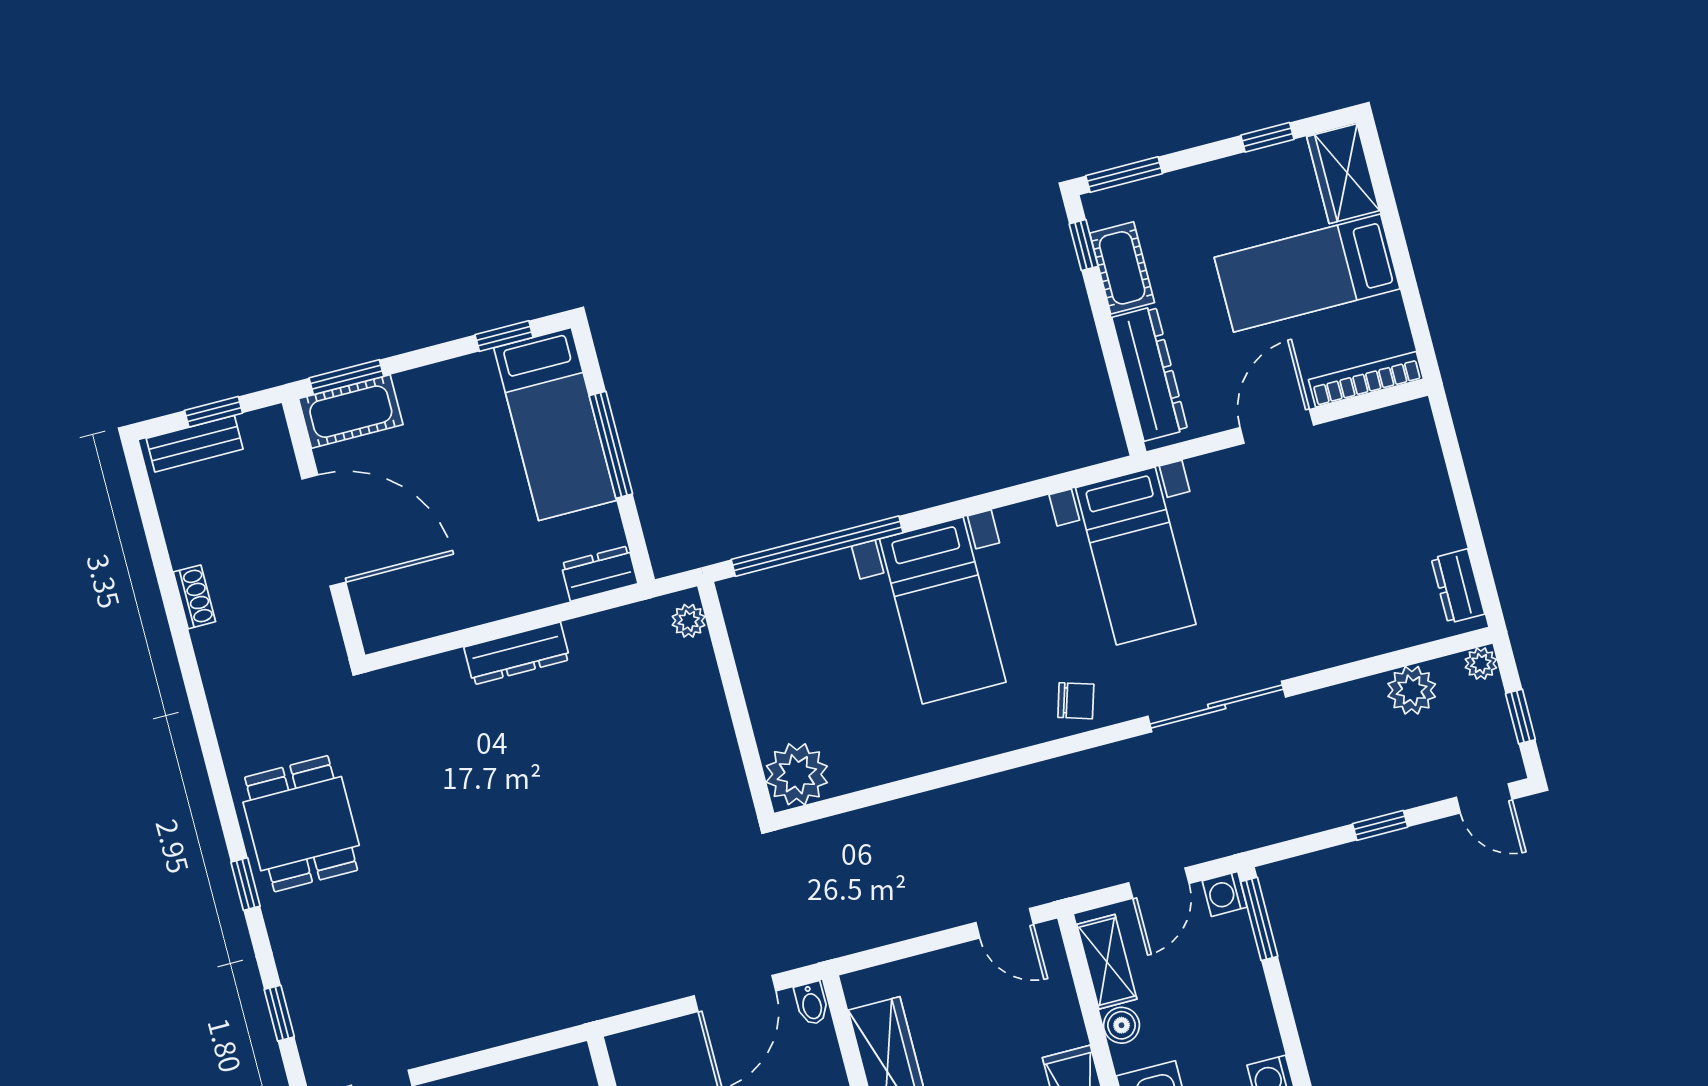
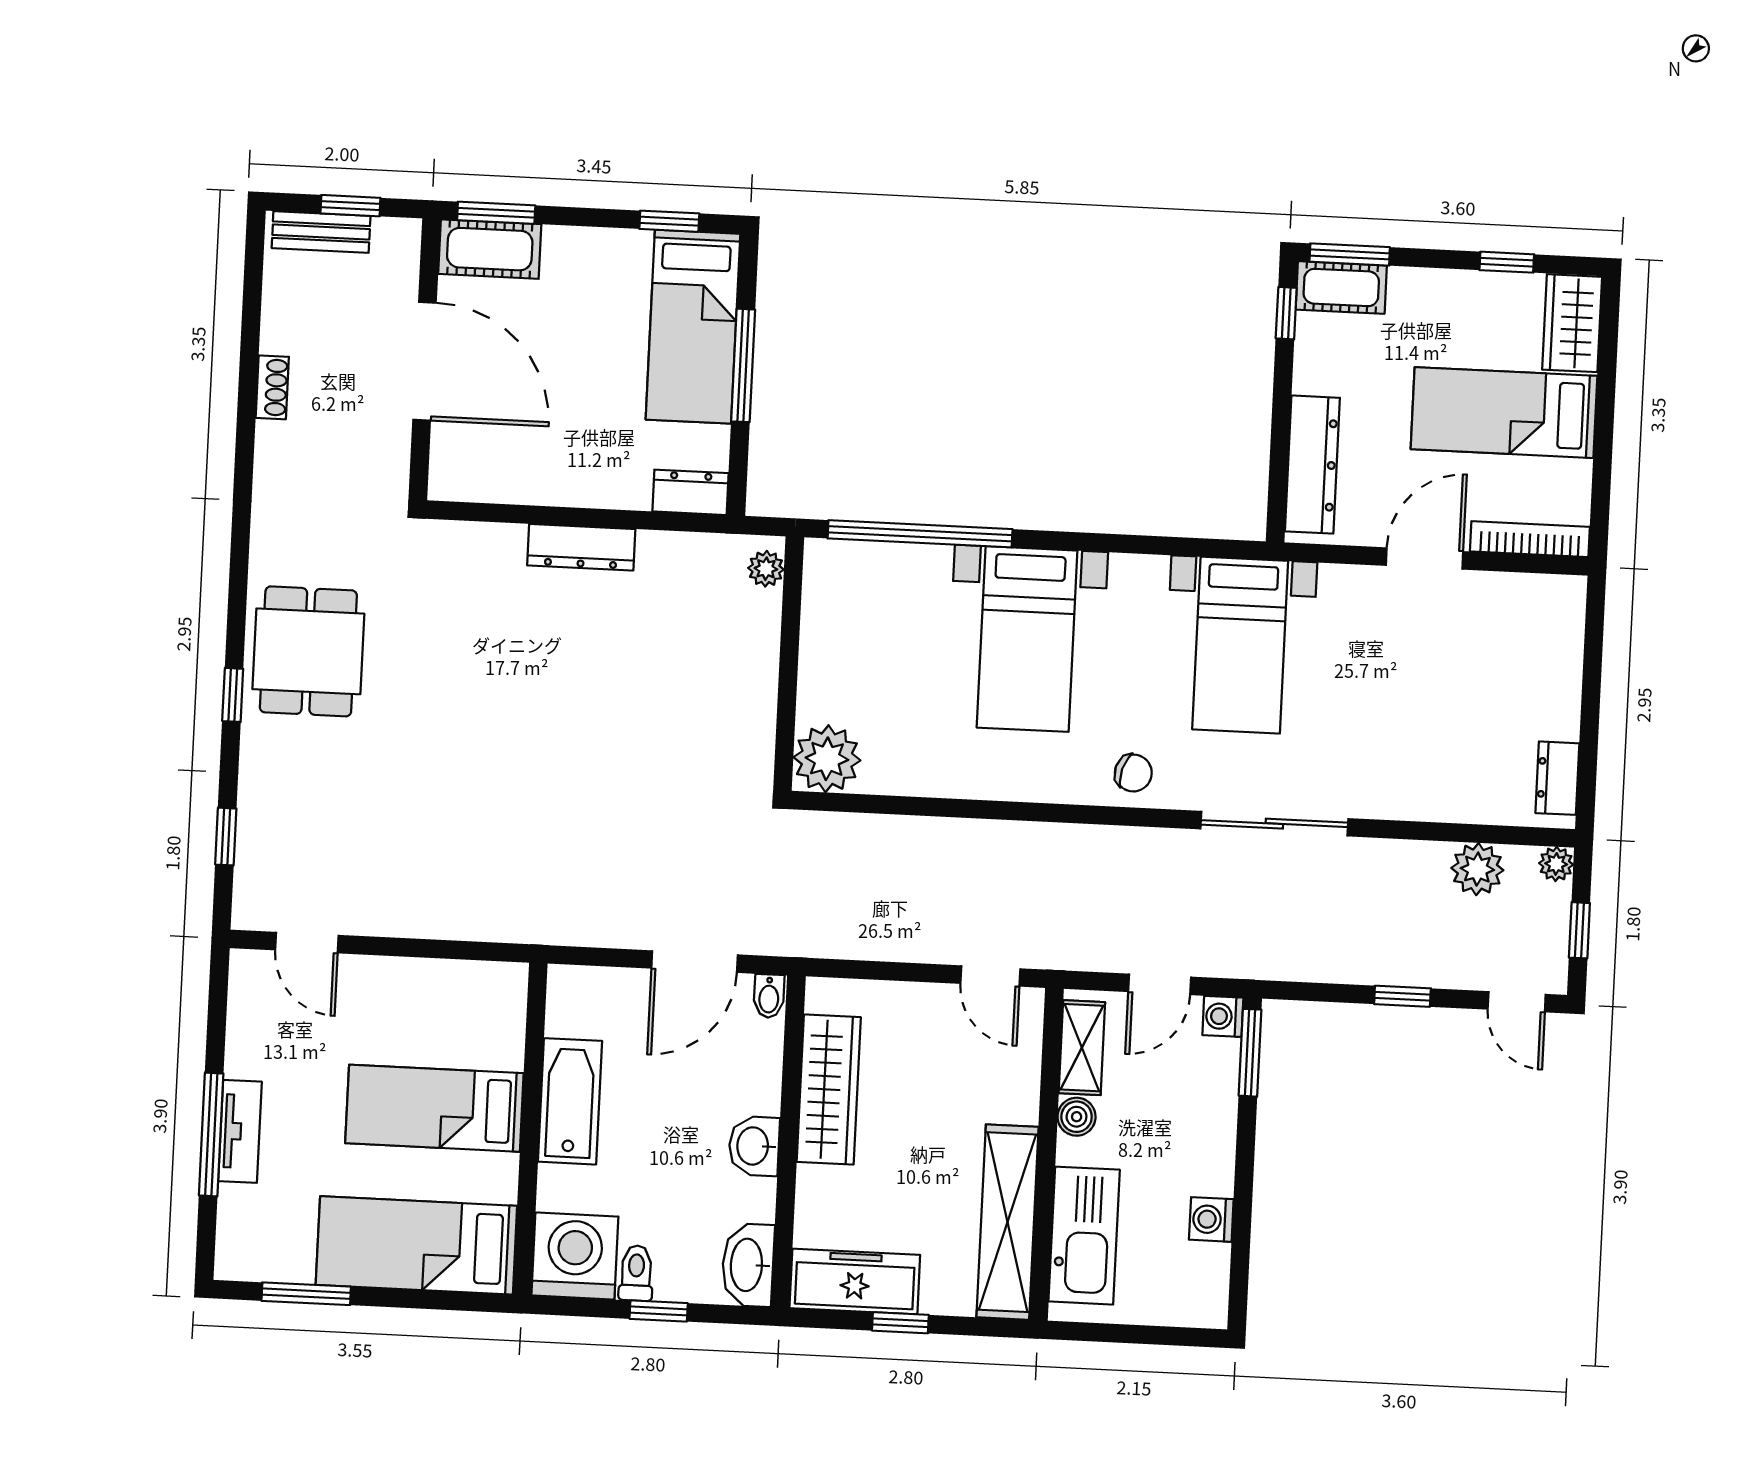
cot: (1122, 268) -> (1341, 288), moved, turned 90

